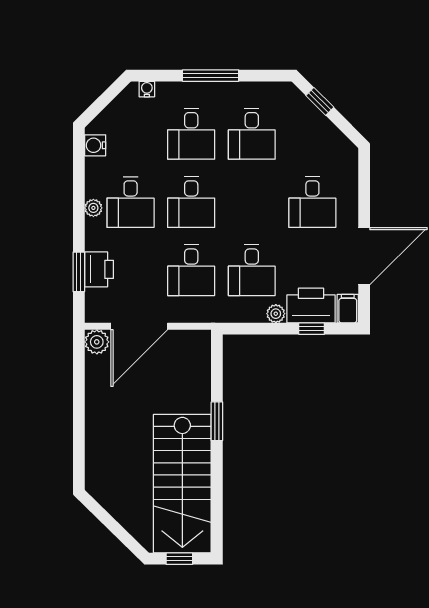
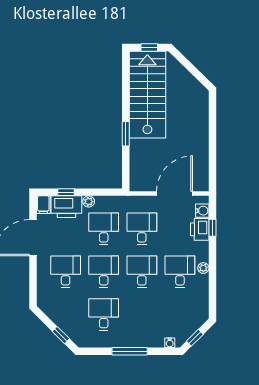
window: (107, 97) -> (195, 338), added
desk: (191, 134) -> (104, 272), moved
water cooler: (95, 145) -> (202, 211), moved
window: (79, 272) -> (212, 228), width x0.67
plant: (97, 342) -> (201, 184), removed

